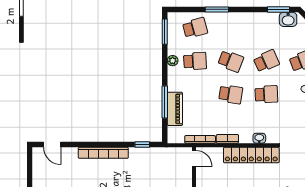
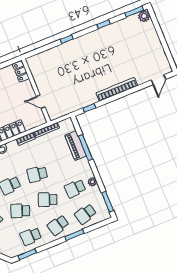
washbasin: (288, 19) -> (17, 250), removed
school desk: (231, 28) -> (58, 225), added
school desk: (266, 28) -> (31, 236), added
school desk: (266, 61) -> (20, 211), turned 45
door: (52, 145) -> (159, 80), swing flipped
door: (194, 158) -> (41, 102), moved

